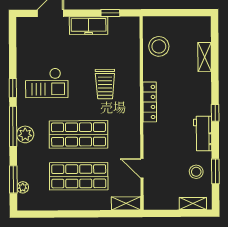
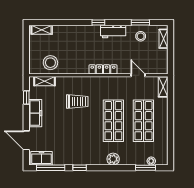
freezer: (26, 35) -> (41, 158), added
shelving: (133, 38) -> (44, 81), added
shelving: (205, 57) -> (42, 30), moved
checkout: (47, 83) -> (76, 143), removed
locker: (150, 102) -> (103, 69), moved
window: (13, 126) -> (51, 168), moved
door: (142, 168) -> (138, 75), swing flipped

